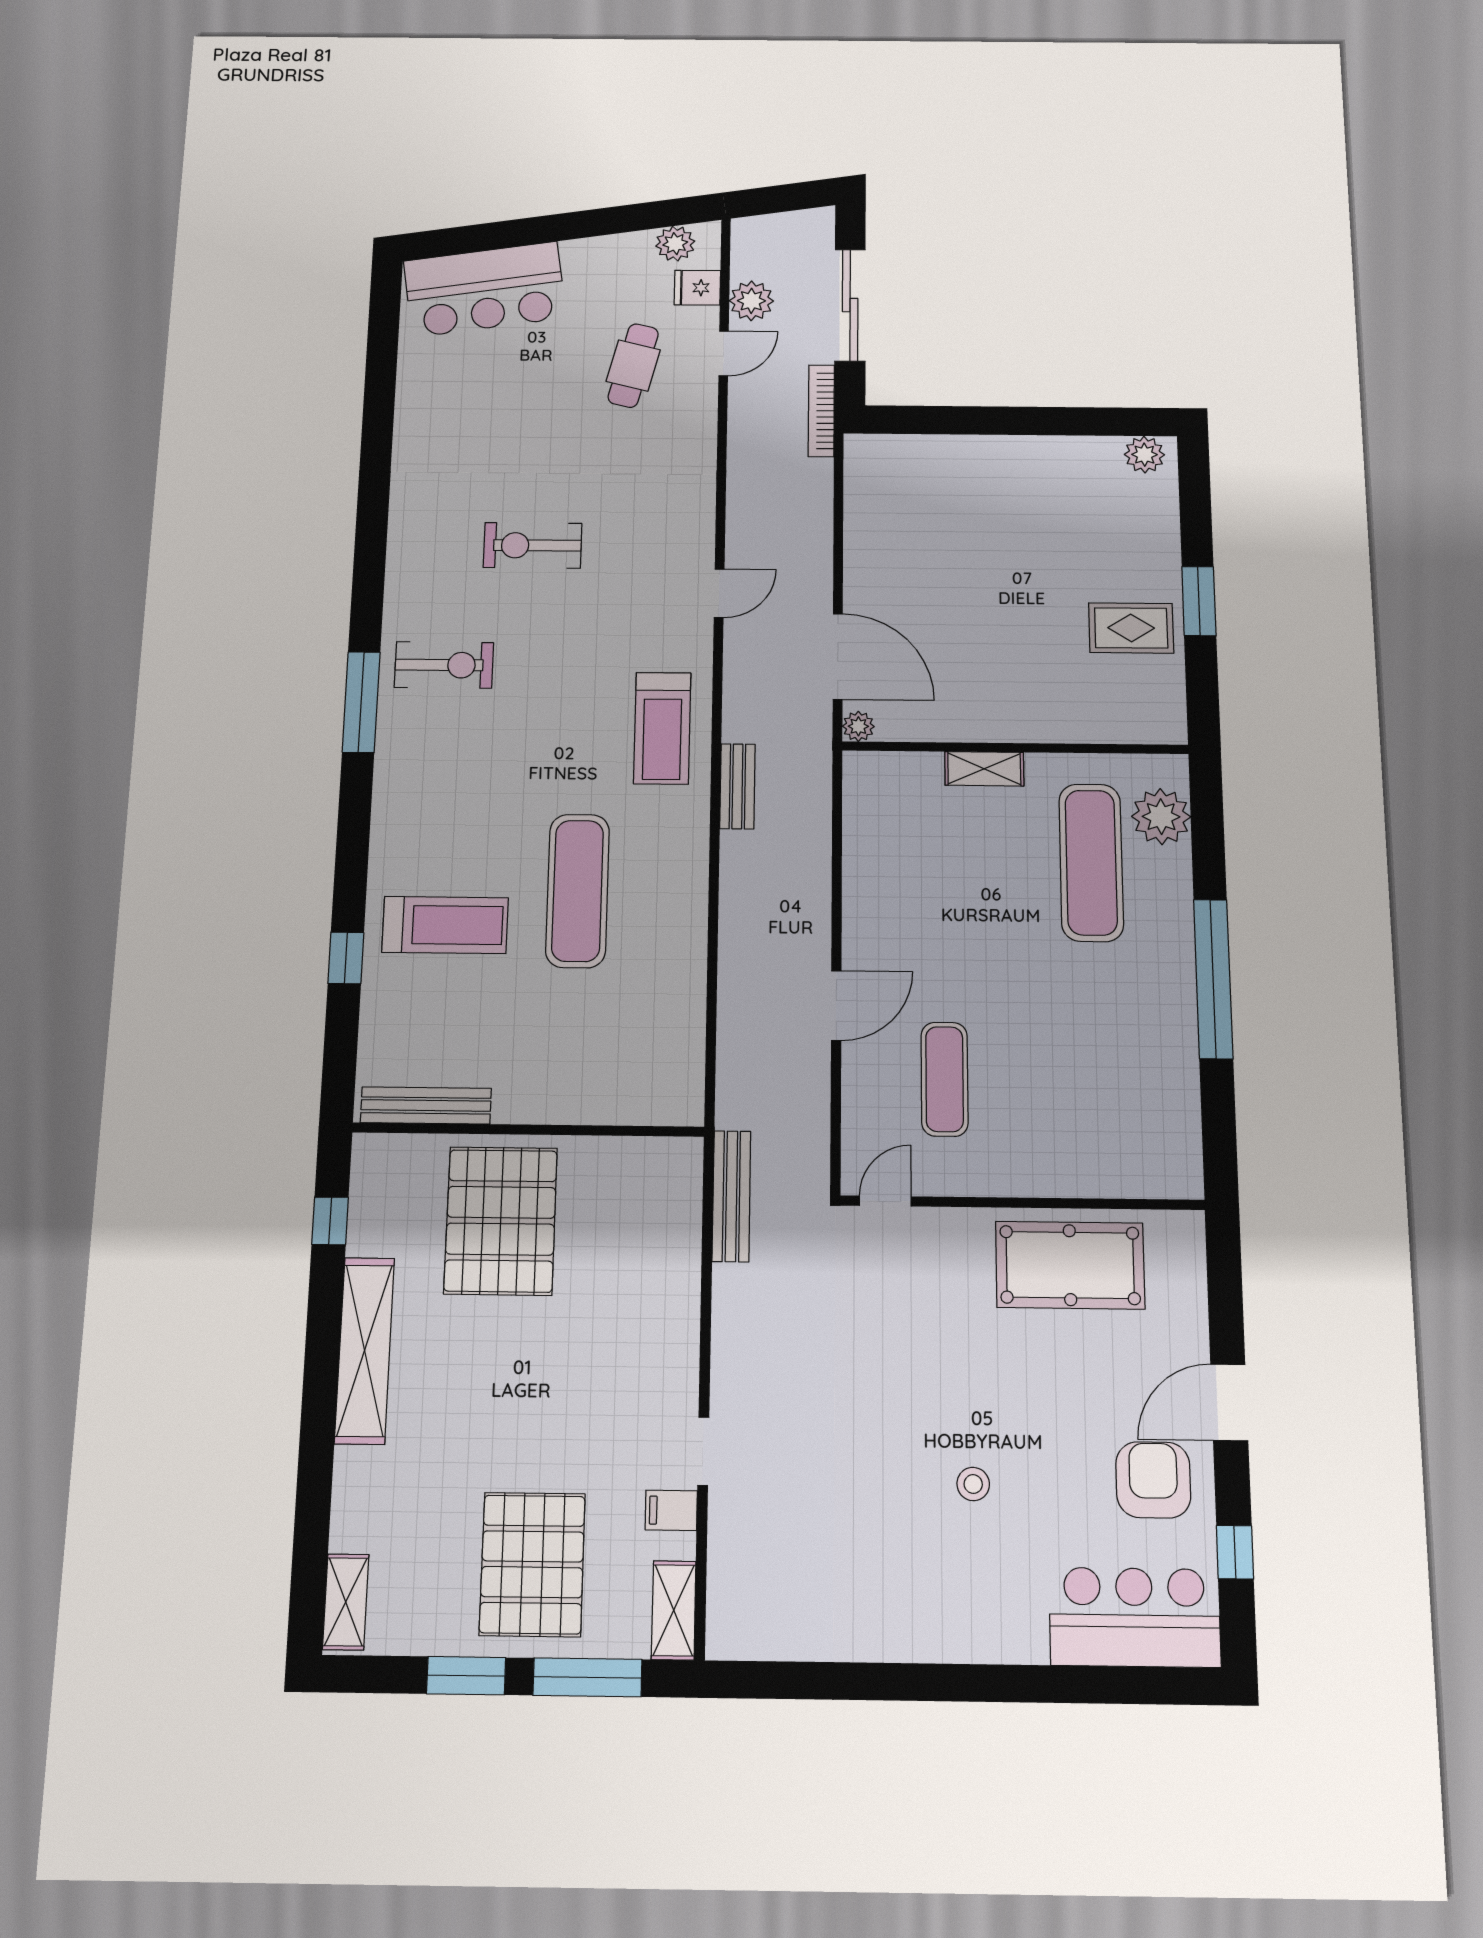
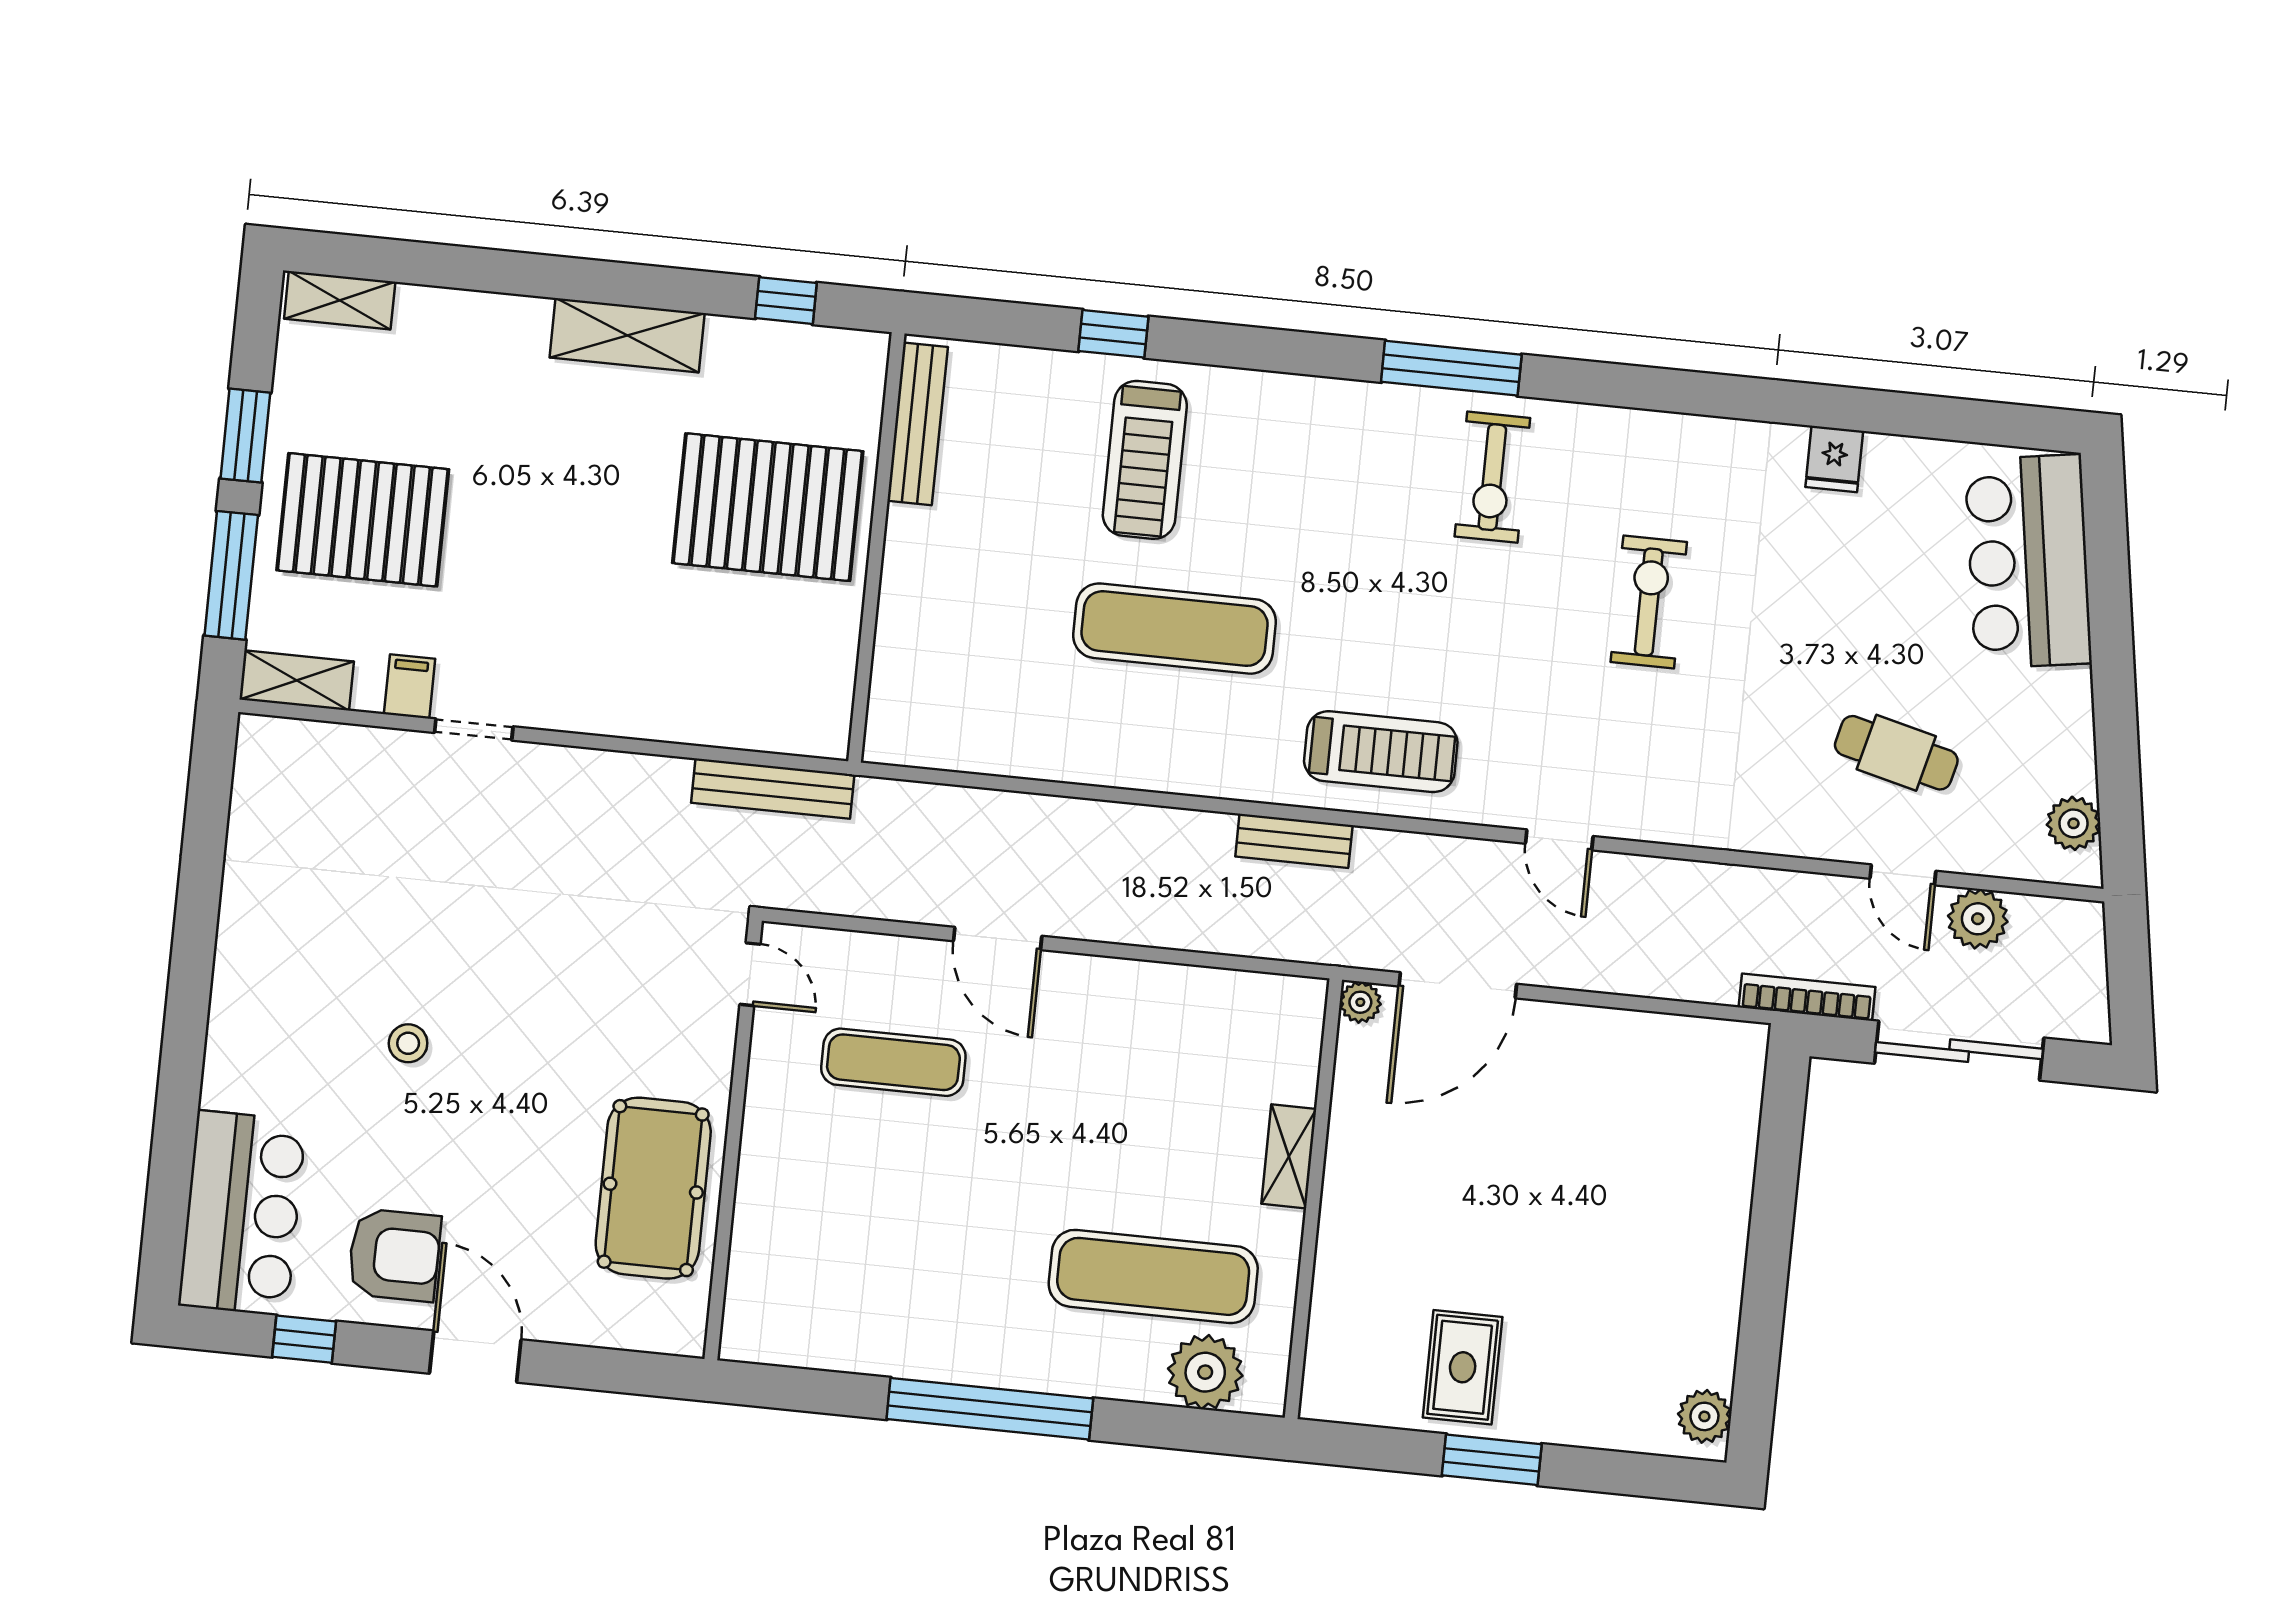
fridge: (697, 288) -> (1834, 459), moved, turned 180
treadmill: (662, 728) -> (1381, 752), turned 180
shelving: (365, 1350) -> (627, 335), width x0.68

